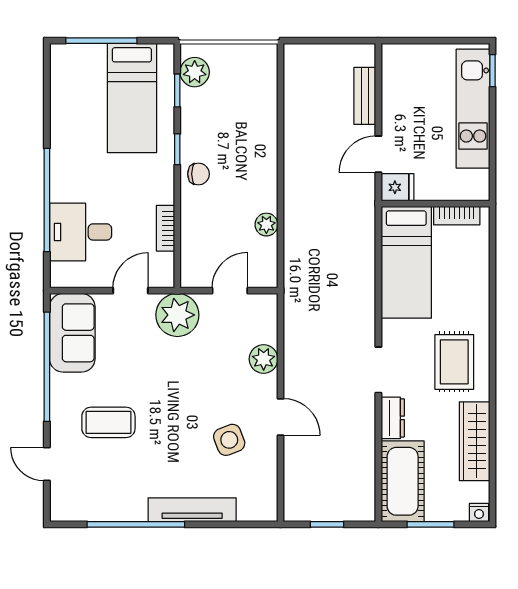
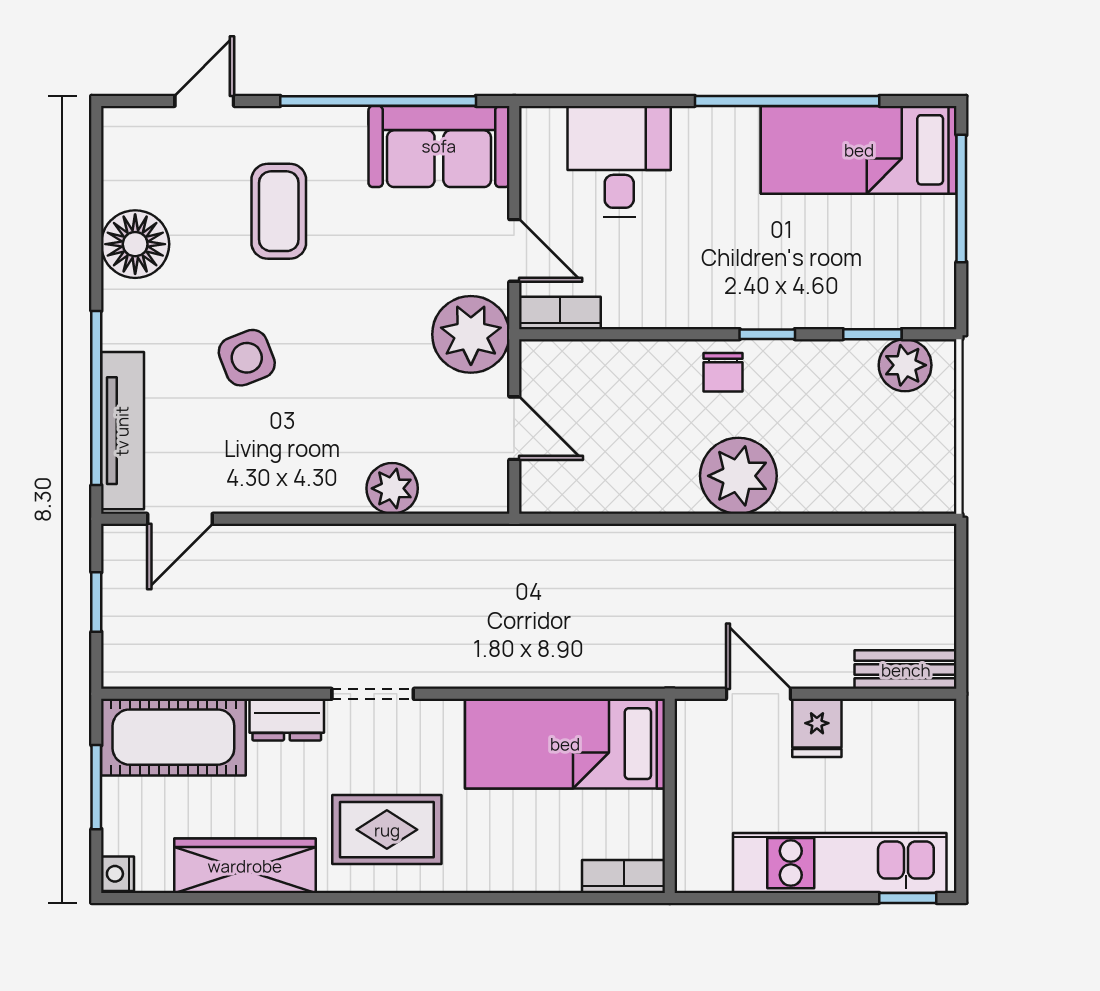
bench: (365, 96) -> (906, 670), moved
bed: (132, 98) -> (859, 150), moved
fridge: (397, 187) -> (817, 728), moved
window: (47, 200) -> (787, 101), moved
bookcase: (457, 216) -> (624, 877), moved, turned 90
plant: (266, 225) -> (738, 476), moved, width x1.88, depth x1.88
bookcase: (165, 228) -> (560, 313), moved
door: (281, 417) -> (180, 519), moved
side table: (229, 440) -> (247, 358), moved
floor lamp: (127, 503) -> (135, 244), added
tv unit: (192, 510) -> (122, 431), moved
window: (136, 524) -> (96, 398), moved

